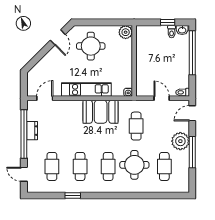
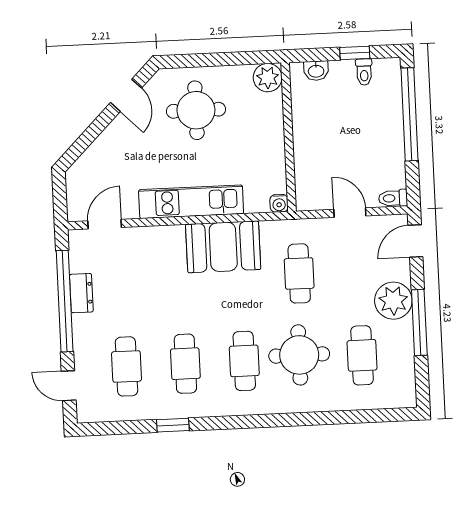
washbasin: (182, 30) -> (316, 71), moved

